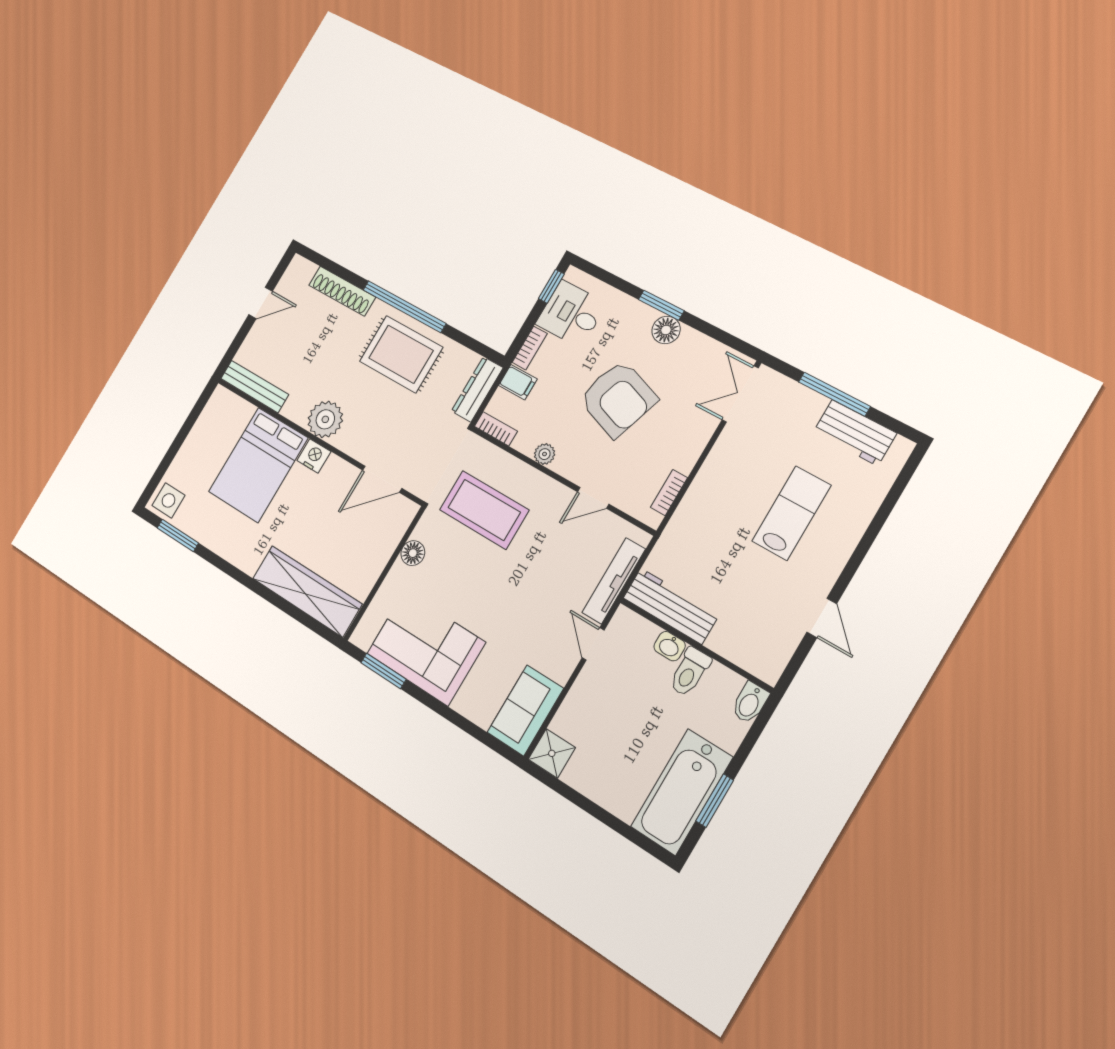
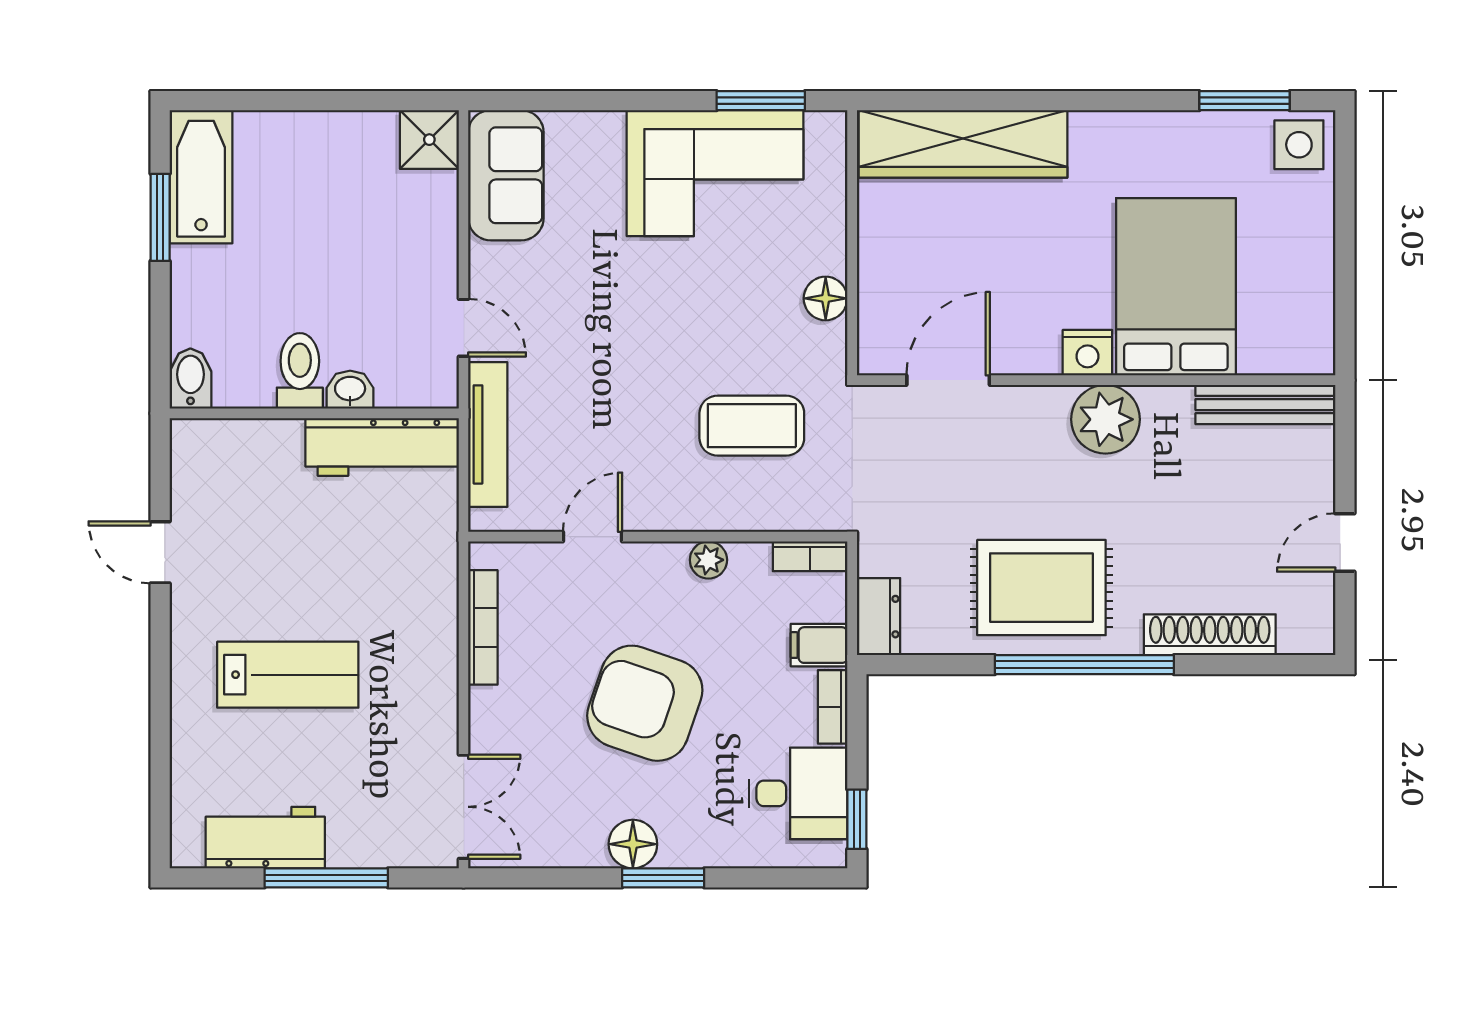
dresser: (477, 389) -> (879, 617), width x0.70
bookcase: (669, 493) -> (483, 627), width x1.56
coffee table: (484, 510) -> (752, 426), width x0.73, depth x0.76
lab bench: (791, 513) -> (288, 675), turned -90
bathtub: (682, 792) -> (201, 177), width x0.73, depth x0.73

